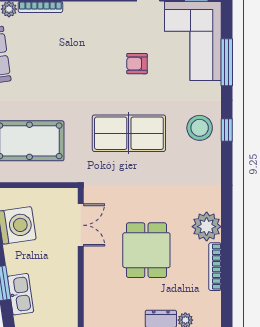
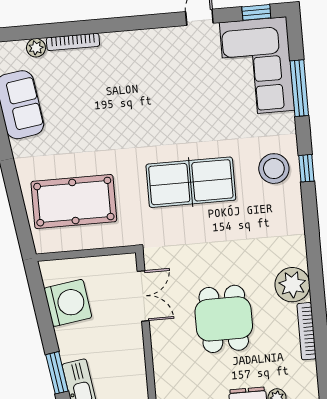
armchair: (137, 64) -> (193, 99), removed

